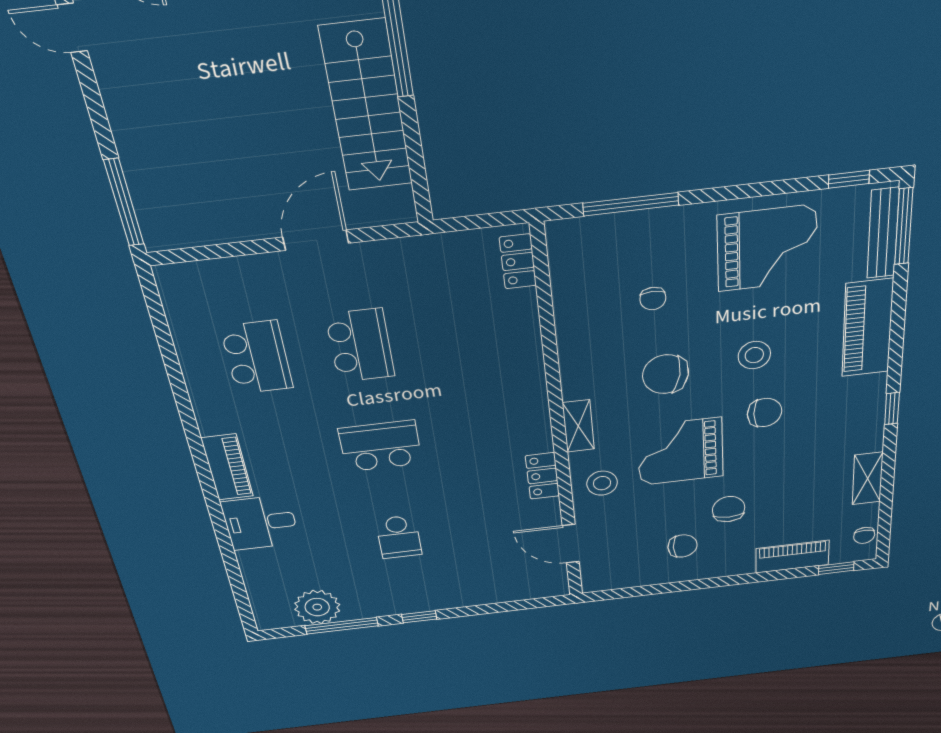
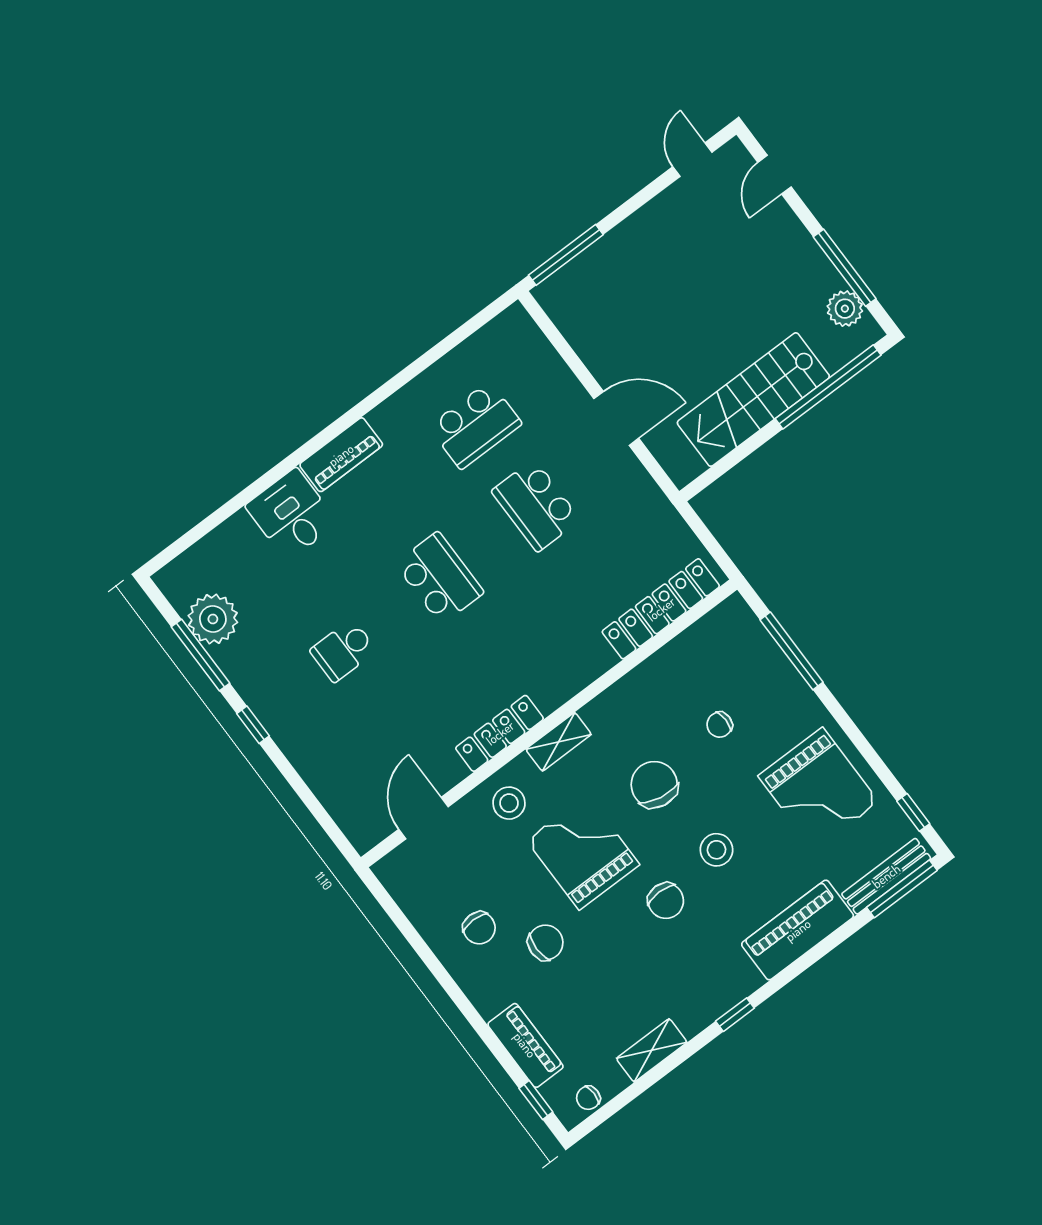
locker: (518, 261) -> (661, 609), width x2.16, depth x1.21
school desk: (360, 346) -> (536, 505), turned 90
locker: (542, 476) -> (500, 733), width x1.53

